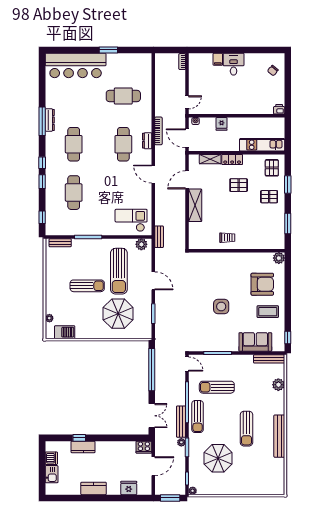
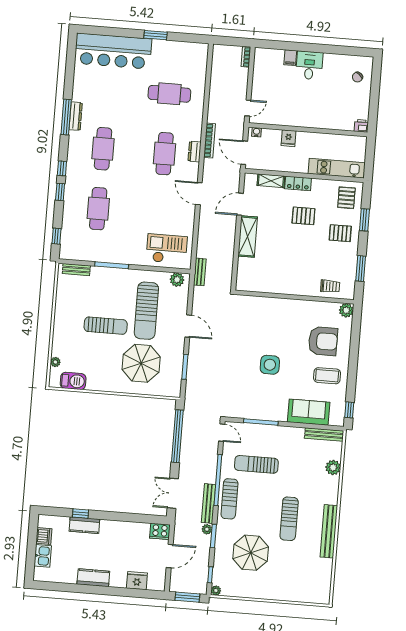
trolley: (227, 238) -> (330, 286), moved
double door: (152, 416) -> (173, 493), swing flipped

